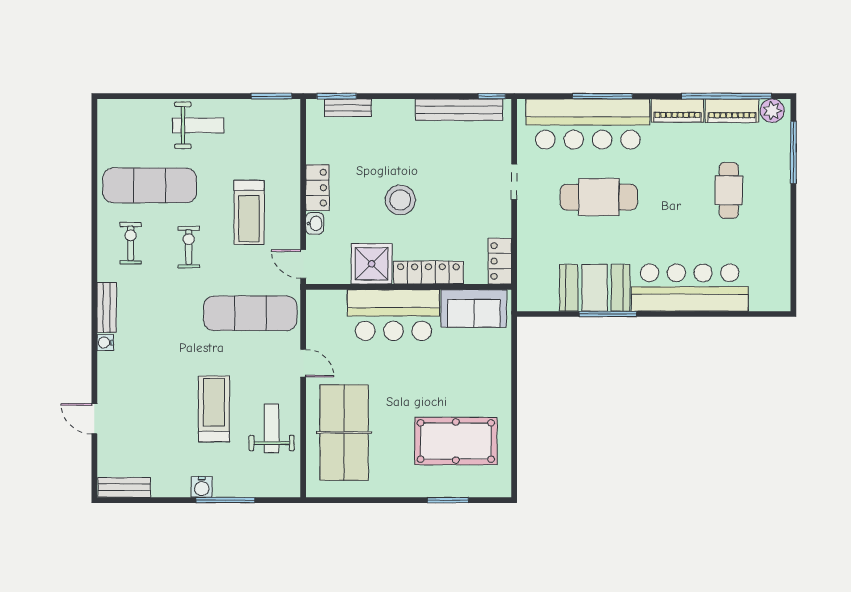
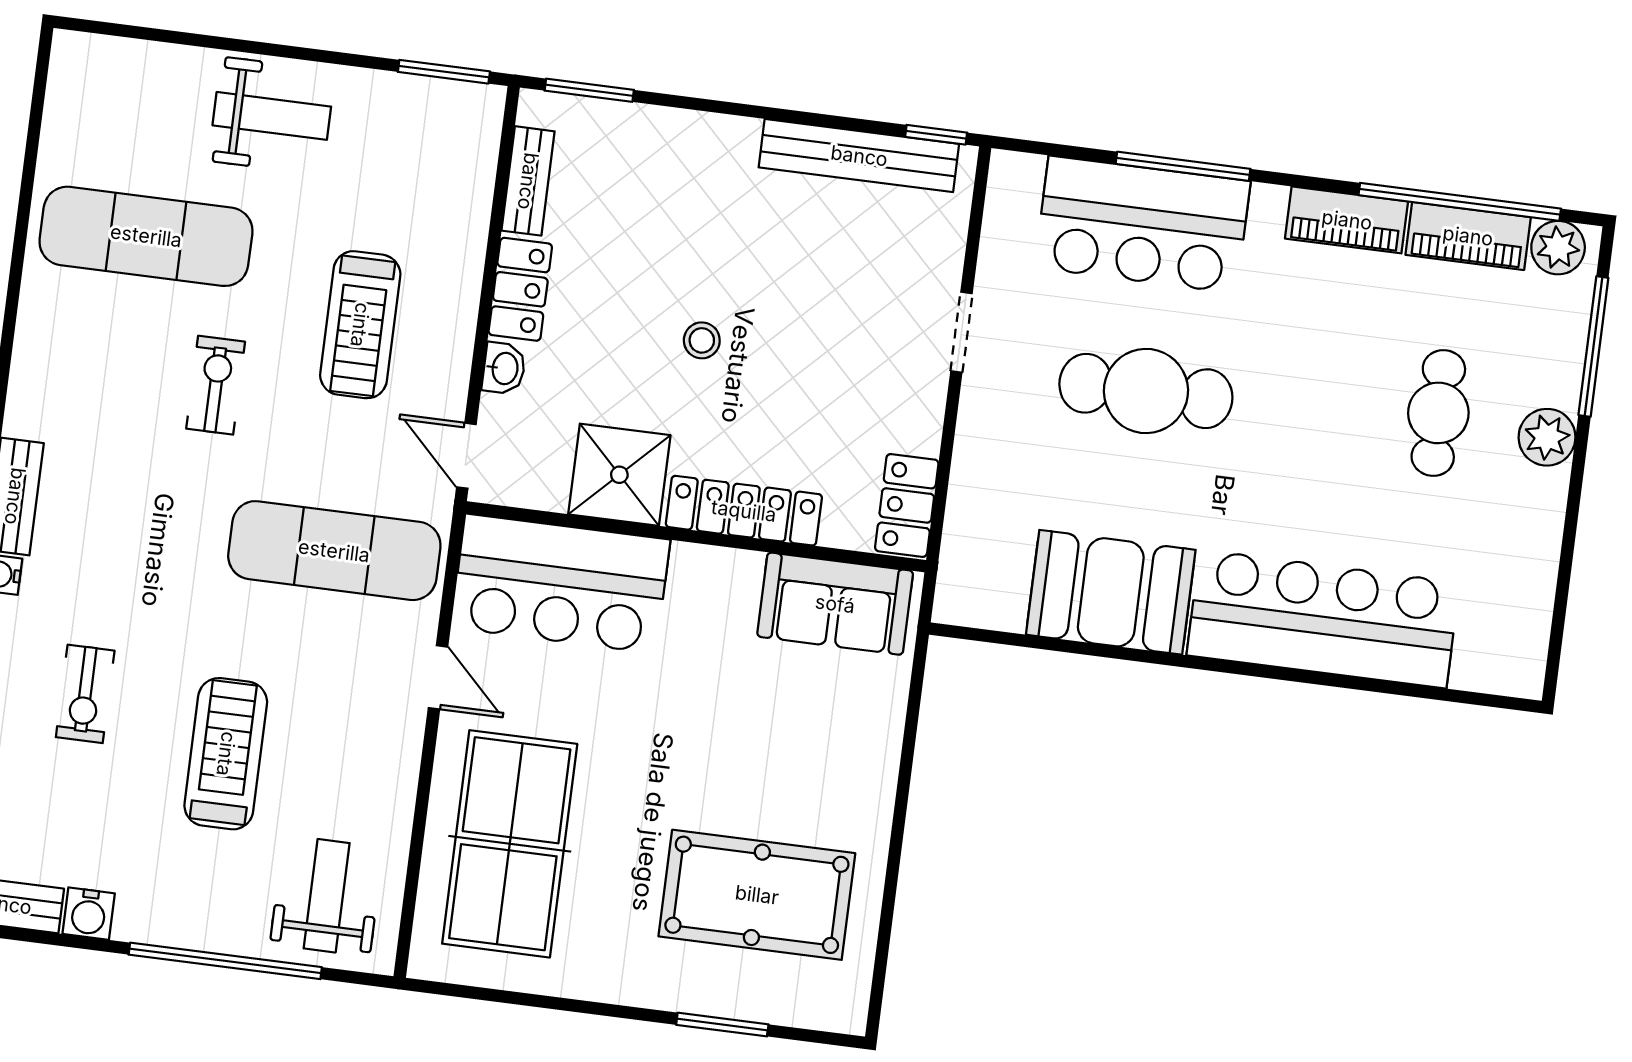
bench: (348, 108) -> (528, 181), moved, turned 90
bar counter: (588, 124) -> (1143, 224), width x0.73
plant: (778, 195) -> (1547, 437), added
stool: (400, 200) -> (702, 340), width x0.53, depth x0.53
exercise bike: (131, 243) -> (85, 694), moved, turned 180
window: (608, 314) -> (1133, 655), removed
bar counter: (393, 315) -> (561, 584), moved
weight bench: (272, 428) -> (327, 896), moved
water cooler: (202, 487) -> (89, 914), moved
window: (225, 500) -> (225, 961), width x1.46

